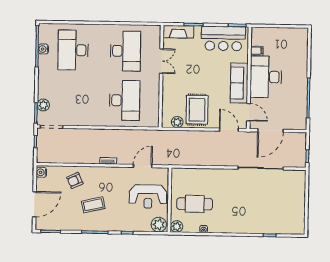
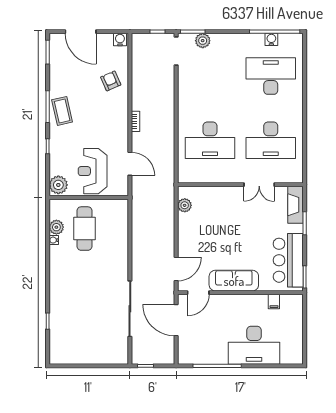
desk: (266, 77) -> (254, 345), moved, turned 180
rug: (197, 110) -> (200, 229), removed
coffee table: (93, 205) -> (62, 111), moved
plant: (177, 226) -> (56, 227), moved

